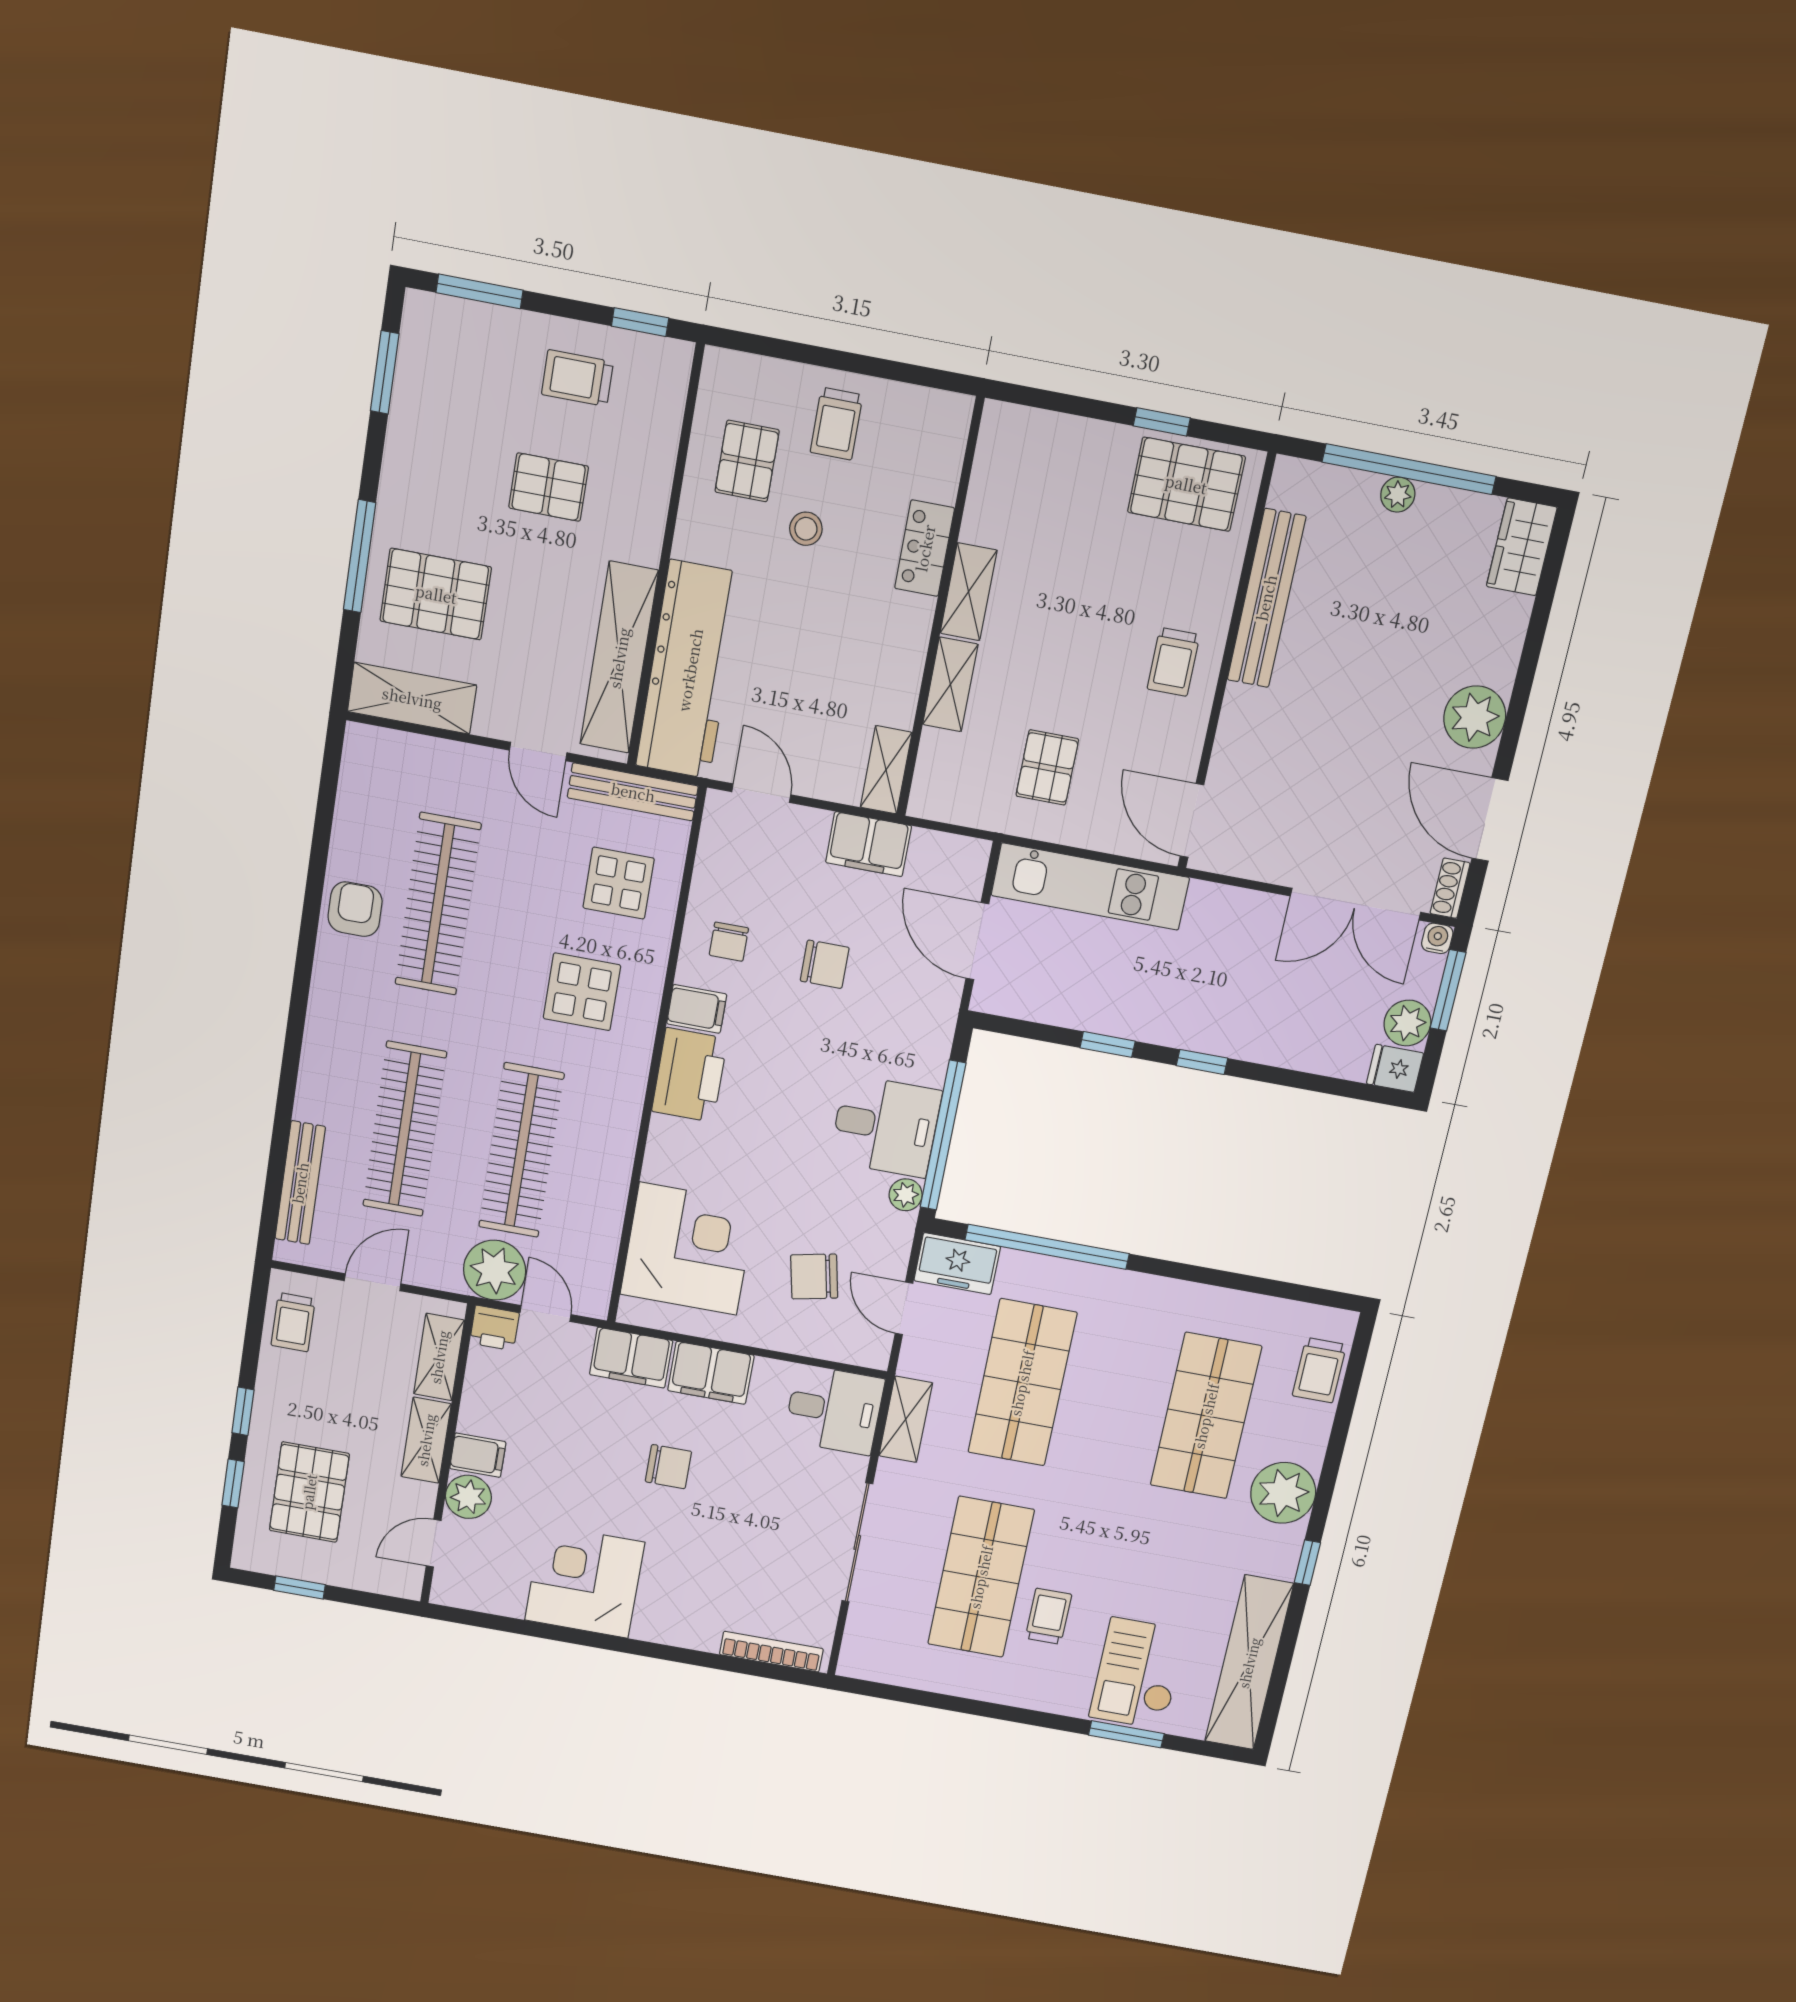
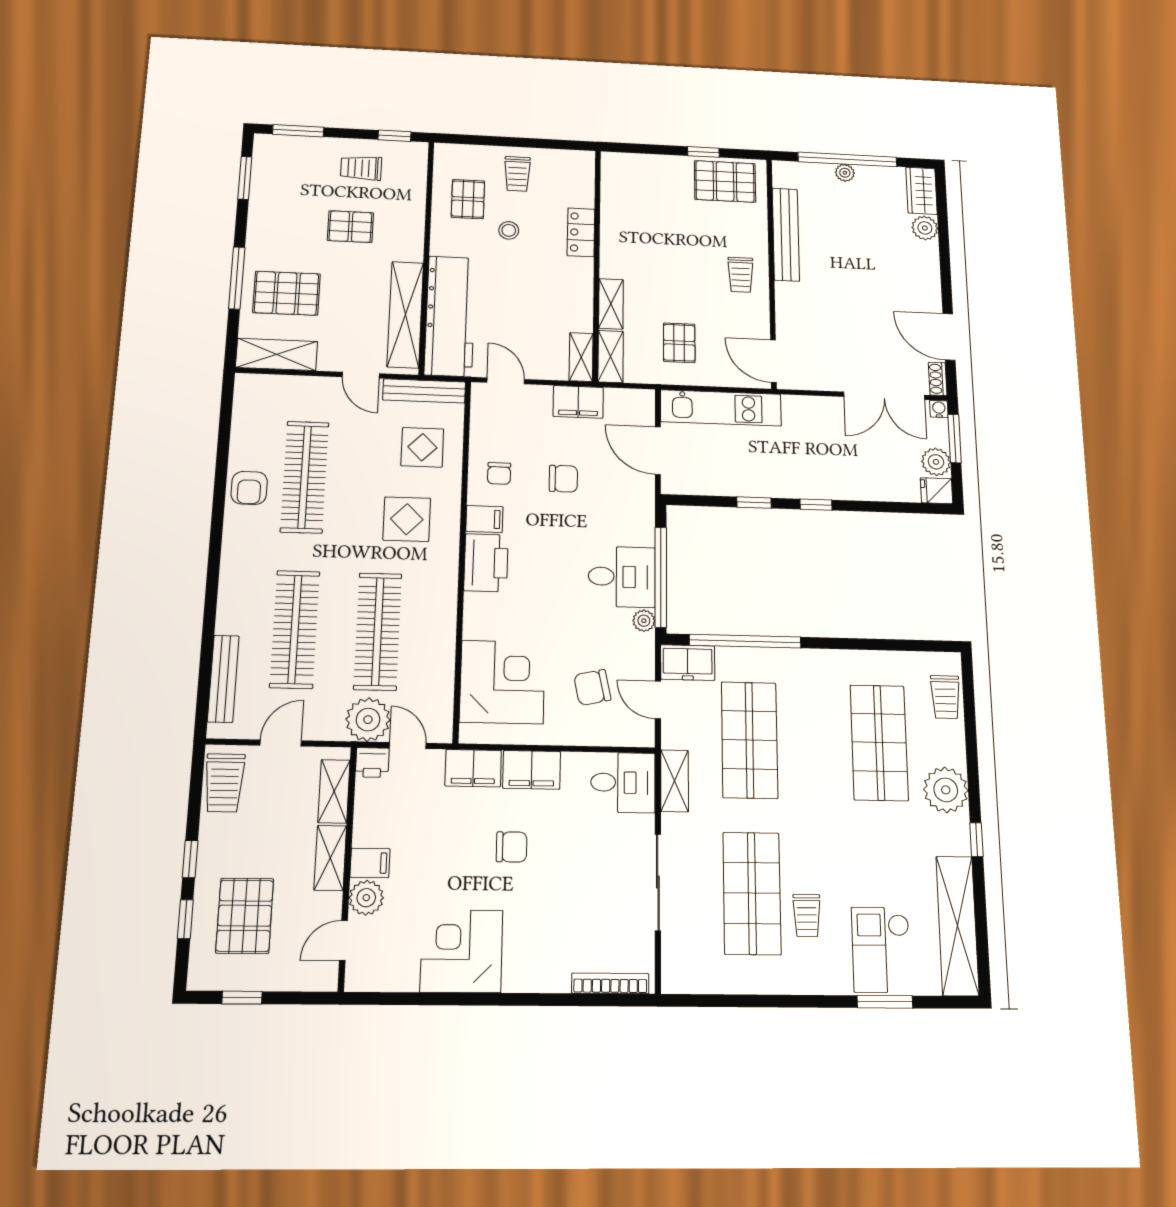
shelving: (969, 592) -> (611, 357), moved
plant: (1475, 717) -> (925, 228), moved, width x0.73, depth x0.73
armchair: (355, 909) -> (249, 488), turned 180
trolley: (293, 1322) -> (224, 783), width x1.36, depth x1.39
trolley: (1048, 1616) -> (807, 916), turned 180

